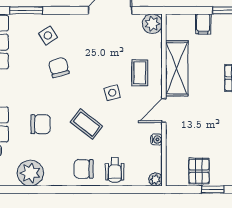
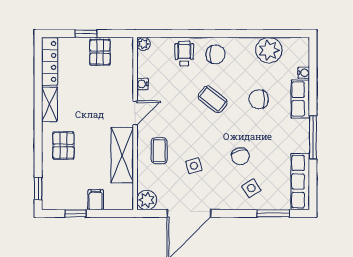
side table: (112, 93) -> (194, 166), moved

